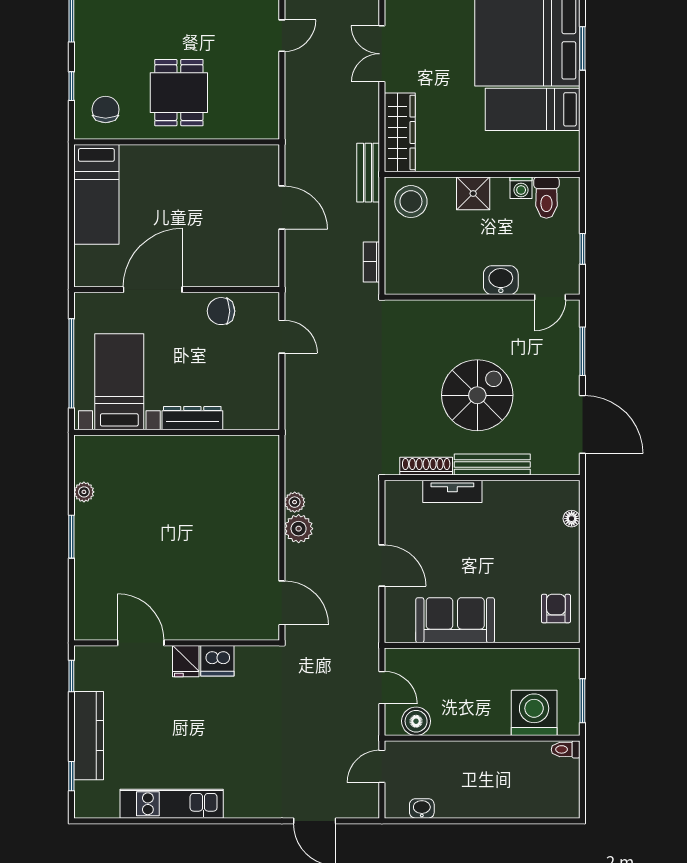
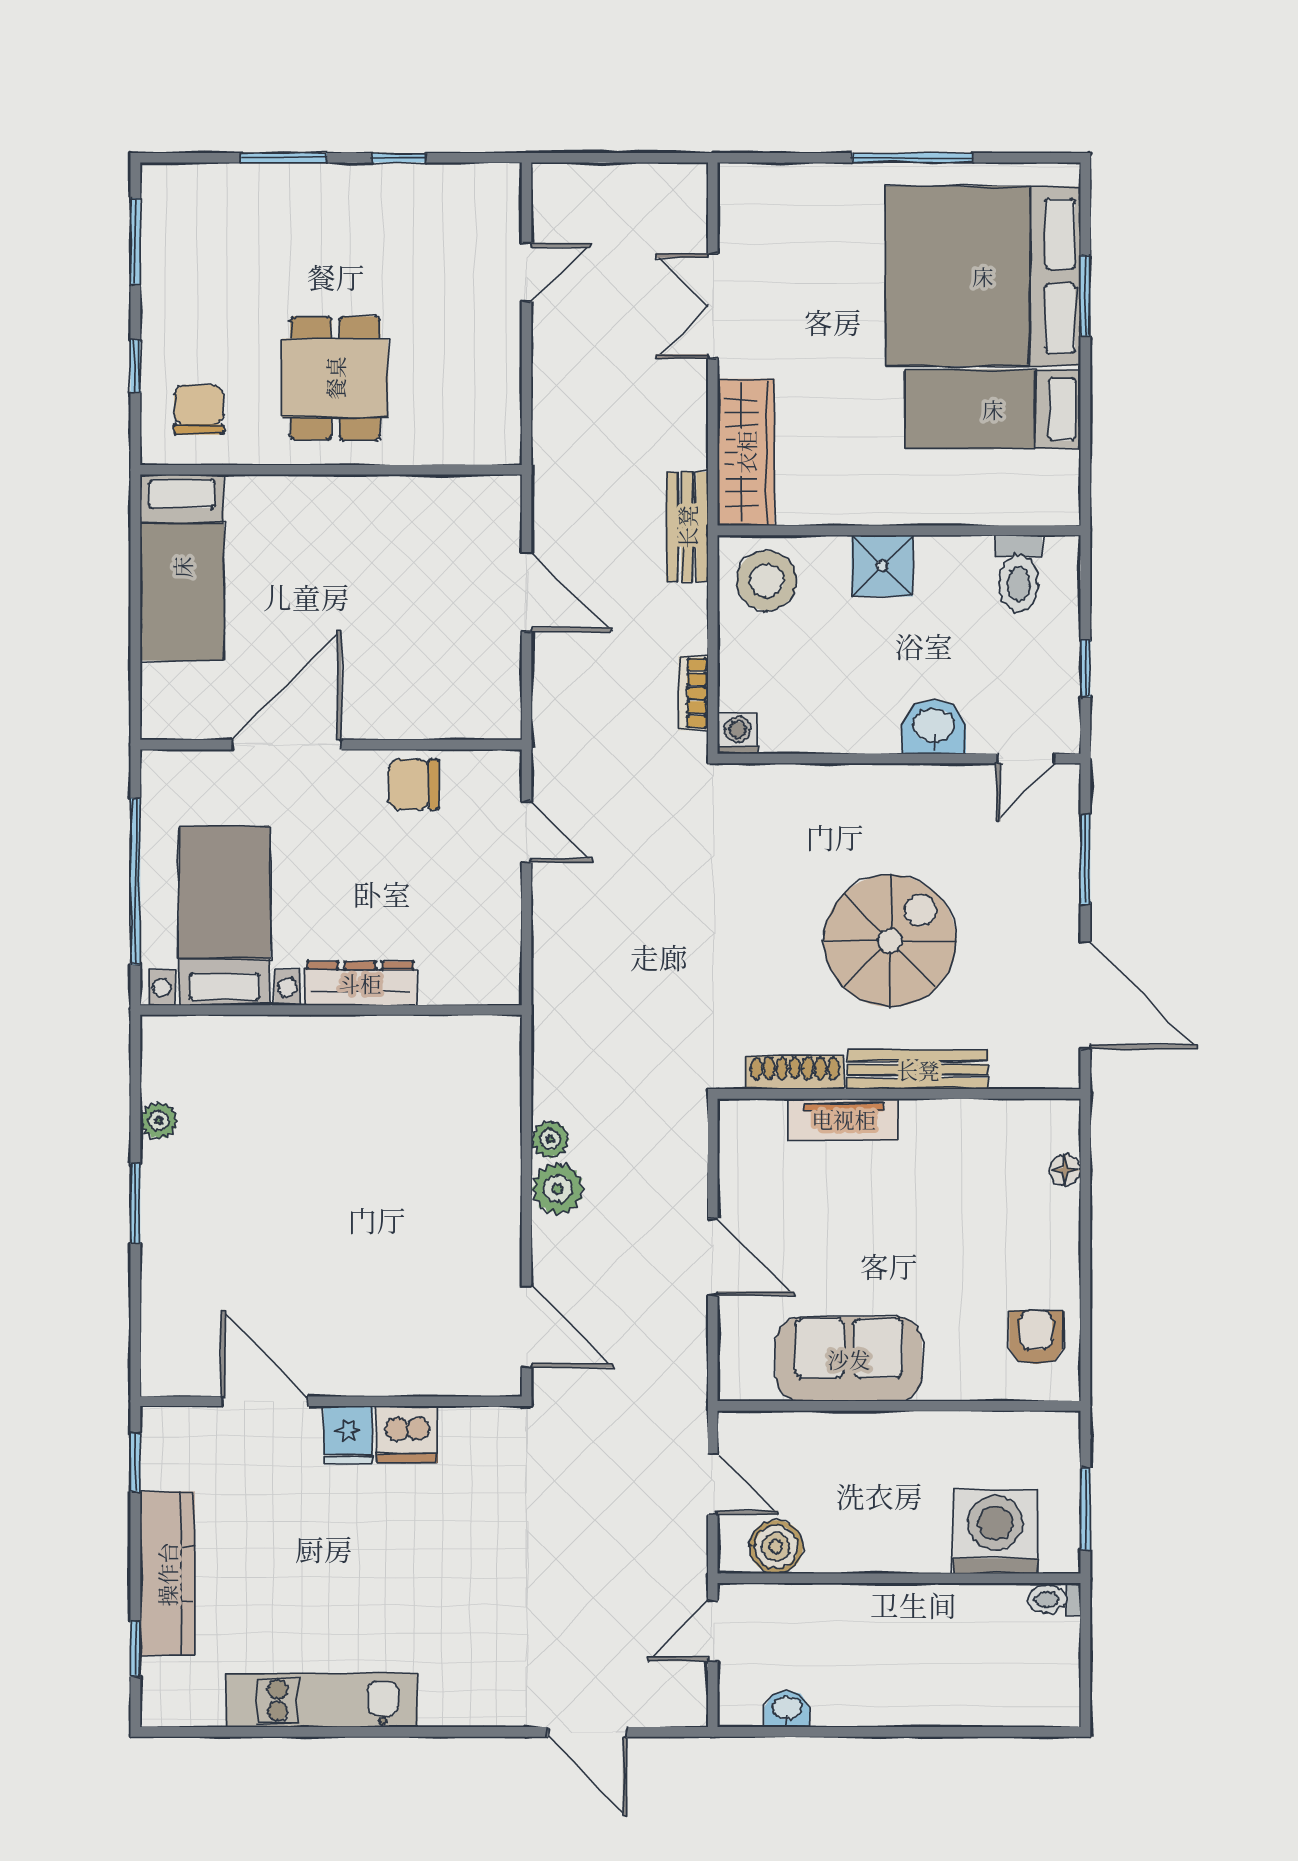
washing machine: (521, 188) -> (738, 734), moved, turned 180

